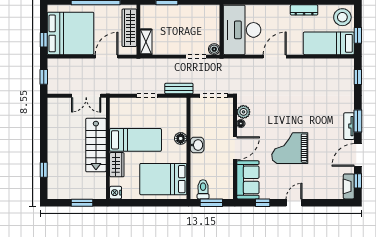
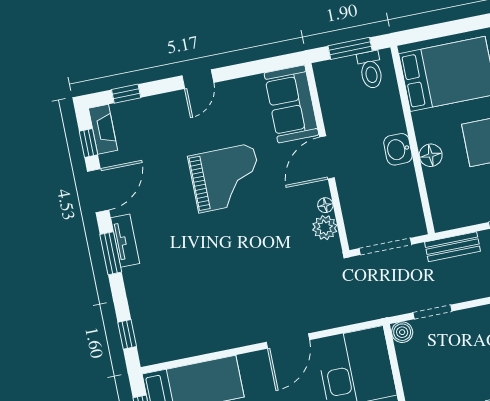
window: (263, 203) -> (126, 94), moved

